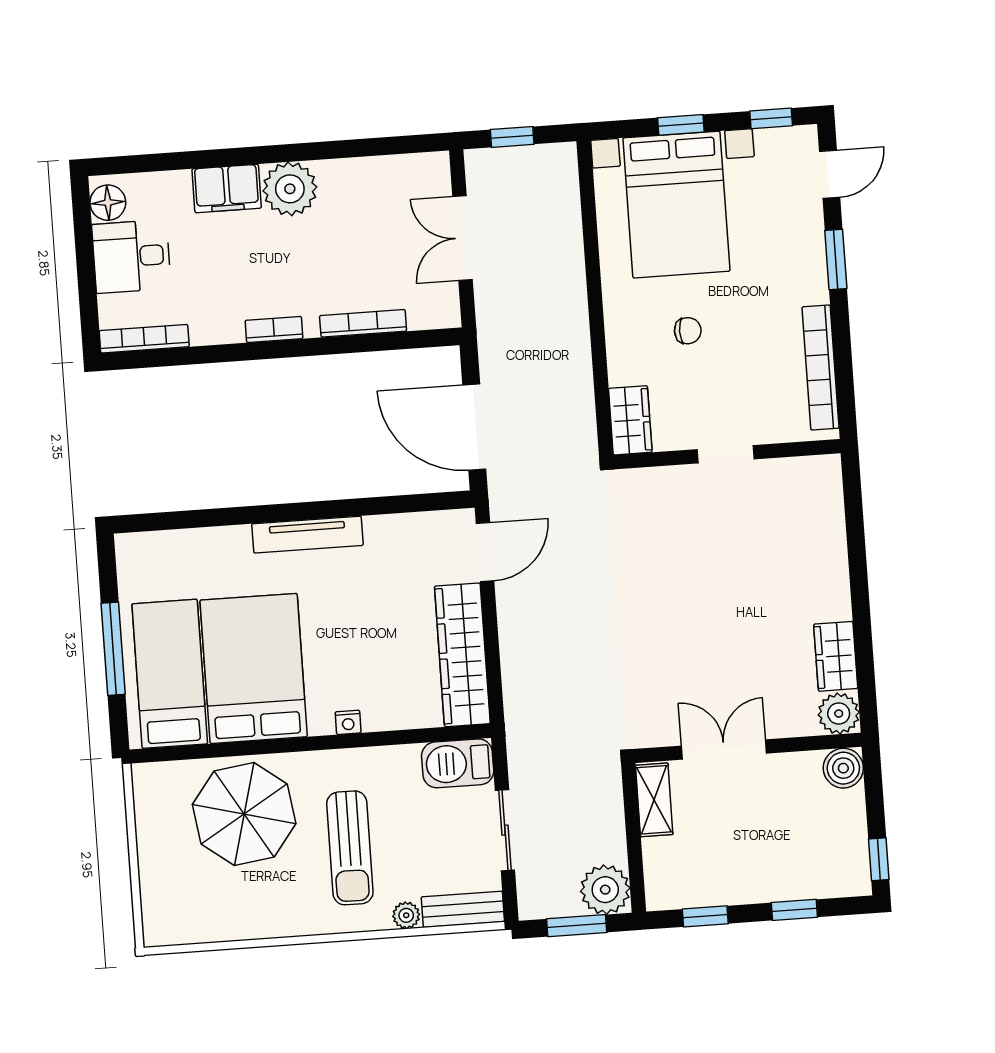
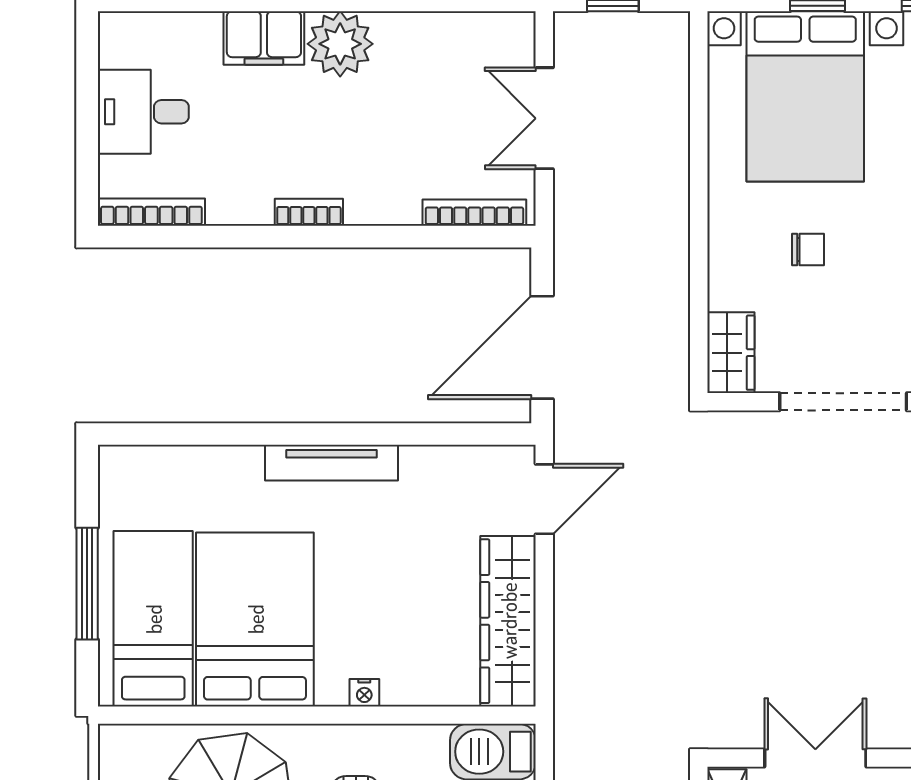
floor lamp: (108, 203) -> (119, 45), removed
bookcase: (363, 323) -> (474, 213), moved
door: (474, 427) -> (542, 347), hinge flipped
doorway: (726, 454) -> (843, 402), width x1.87

